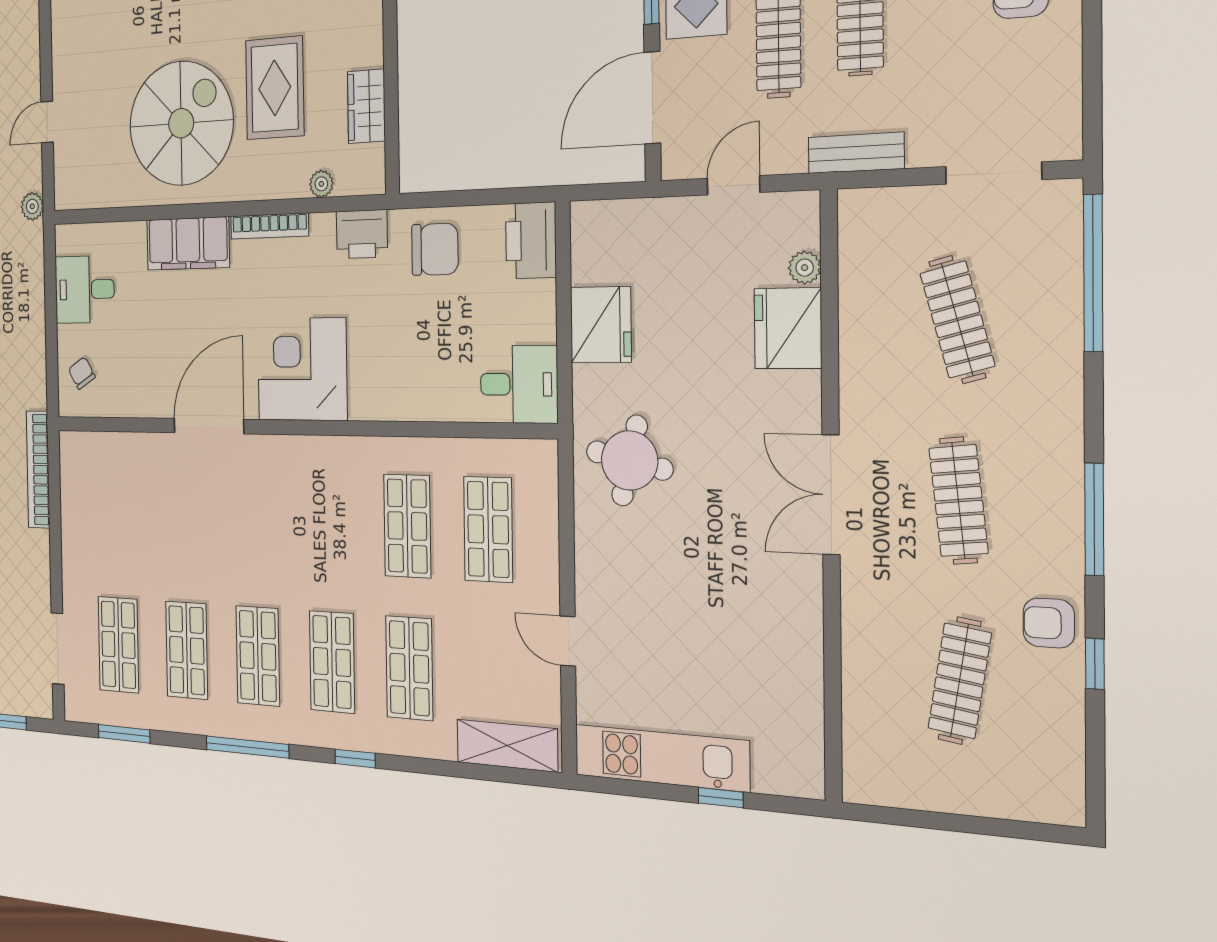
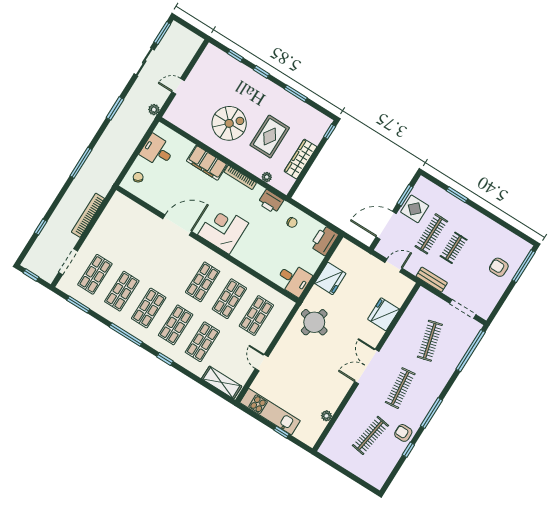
wardrobe: (366, 106) -> (300, 159), width x1.50
spiral stairs: (181, 123) -> (229, 123), width x0.73, depth x0.73
chair: (435, 249) -> (292, 222), width x0.54, depth x0.54
plant: (805, 268) -> (327, 416), moved
bookcase: (38, 470) -> (88, 215), moved
shop shelf: (330, 523) -> (203, 282), added

